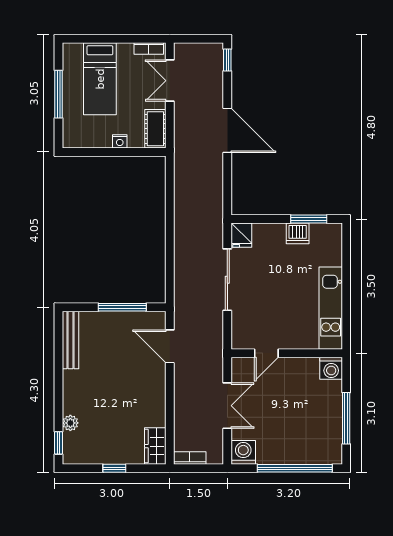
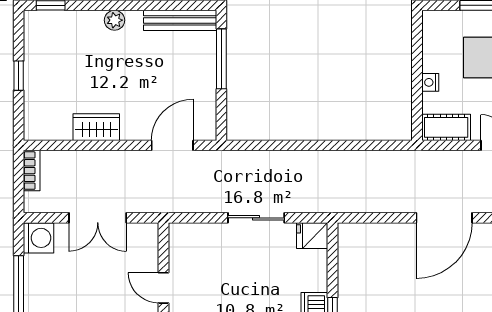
sliding door: (227, 280) -> (256, 218), width x0.73
window: (122, 307) -> (221, 59), moved
door: (266, 353) -> (163, 288), moved
plant: (70, 423) -> (115, 20), moved
wardrobe: (155, 446) -> (96, 127), moved

